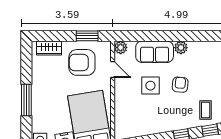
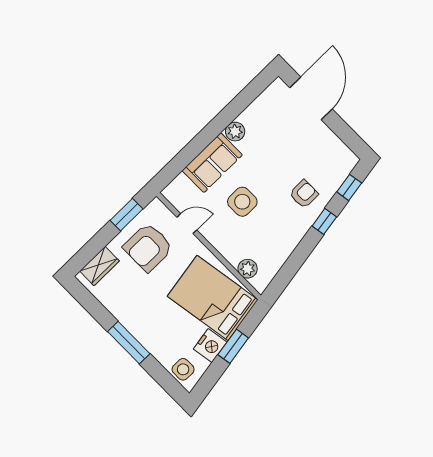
plant: (121, 47) -> (248, 269), moved
armchair: (180, 85) -> (304, 194), moved, turned 84
coffee table: (206, 110) -> (324, 171), removed

